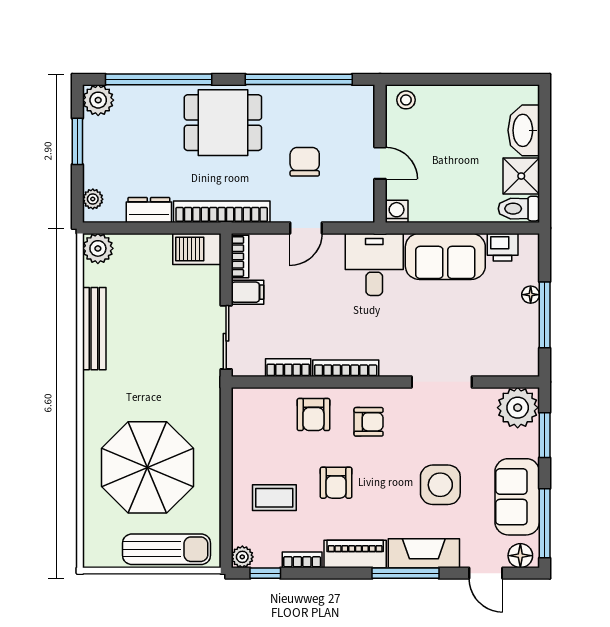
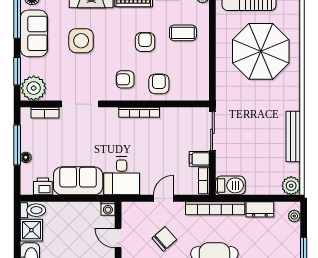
chair: (305, 162) -> (164, 239), turned -131
bookcase: (288, 368) -> (45, 113), moved

